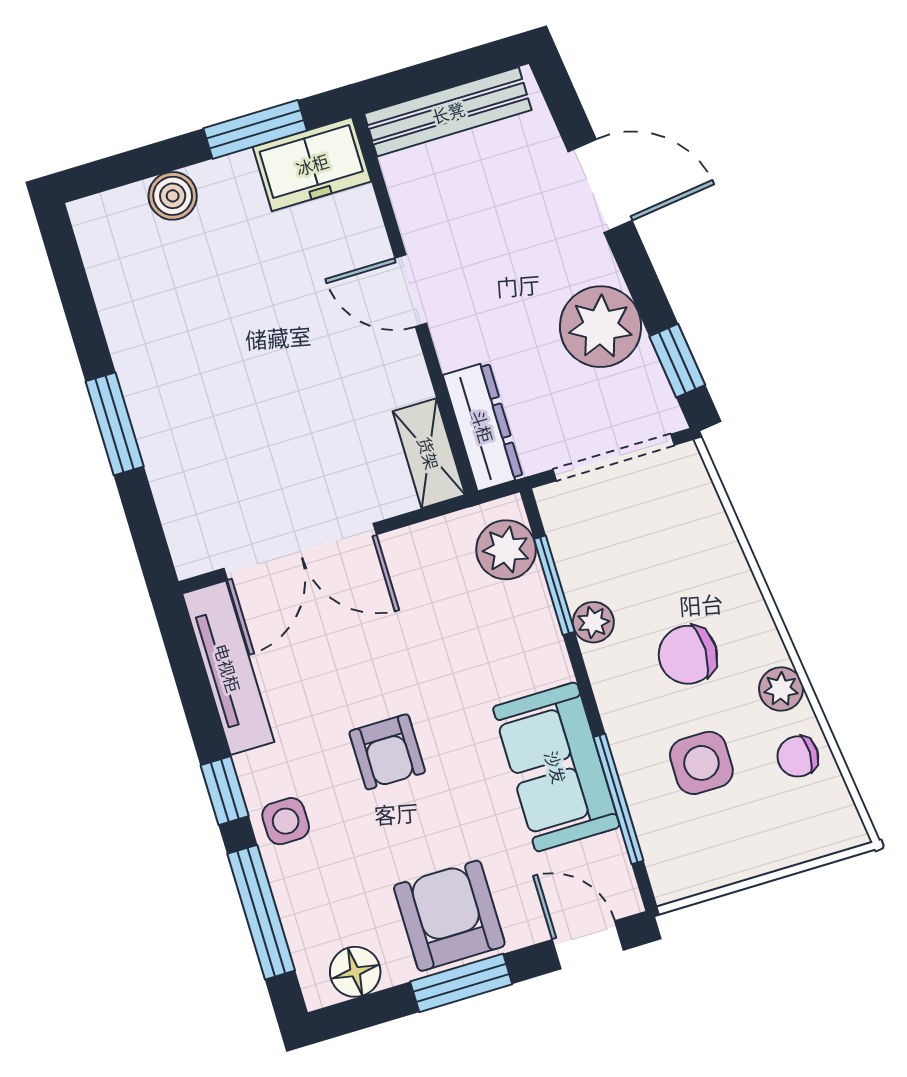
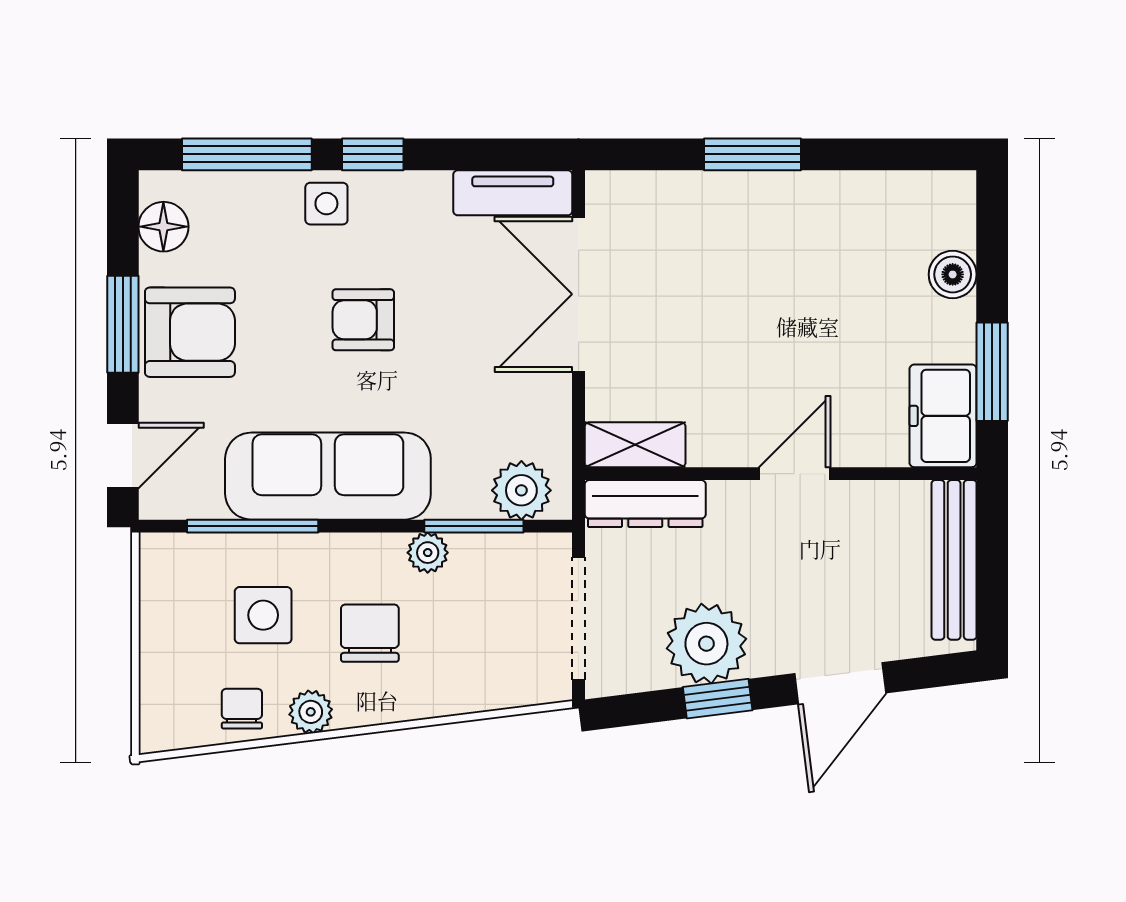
window: (677, 361) -> (718, 699), moved
tv unit: (228, 668) -> (513, 193), width x0.71
sofa: (556, 767) -> (328, 476), width x1.36

